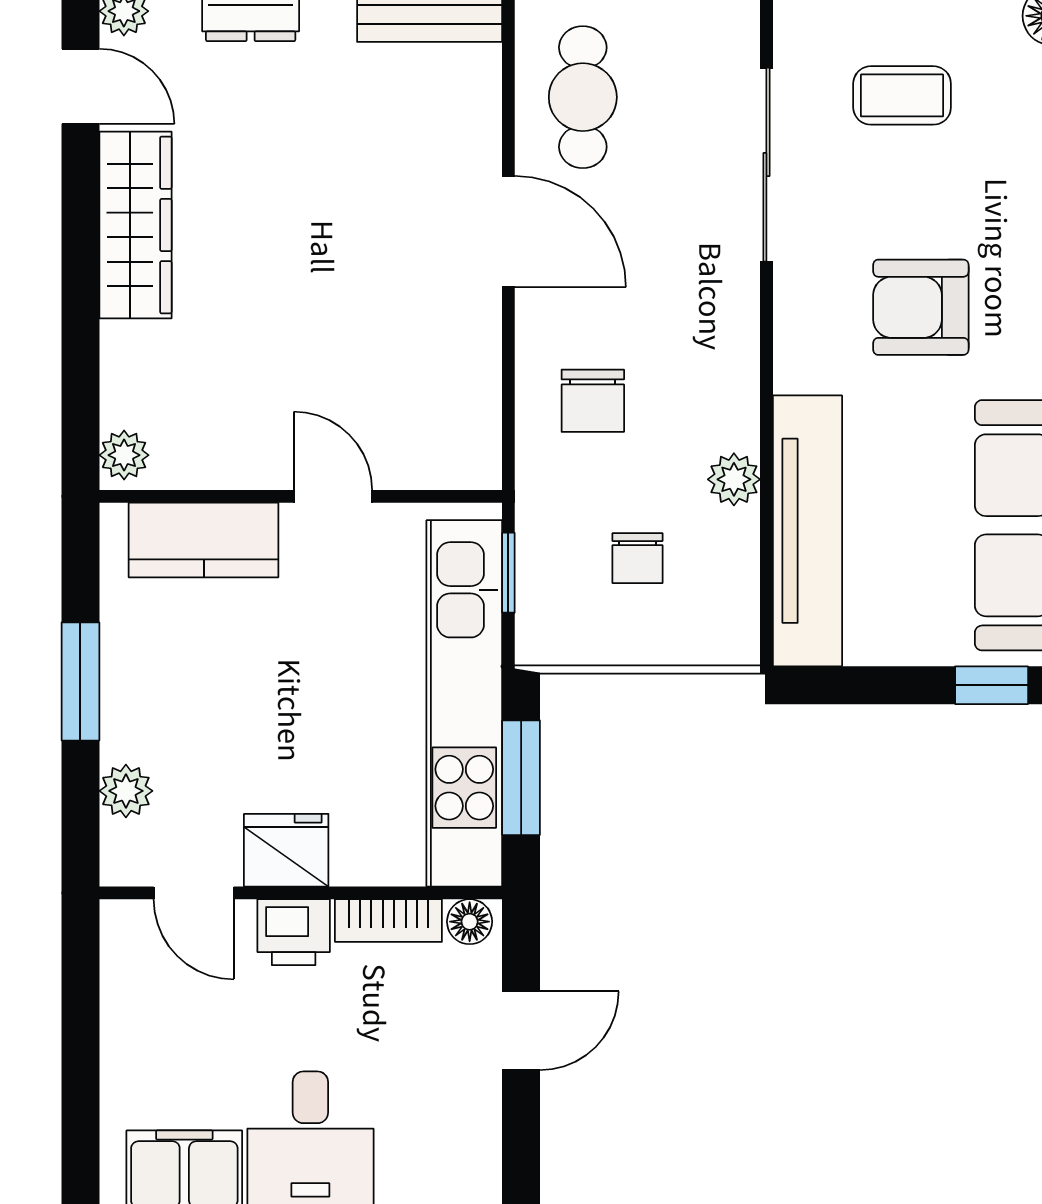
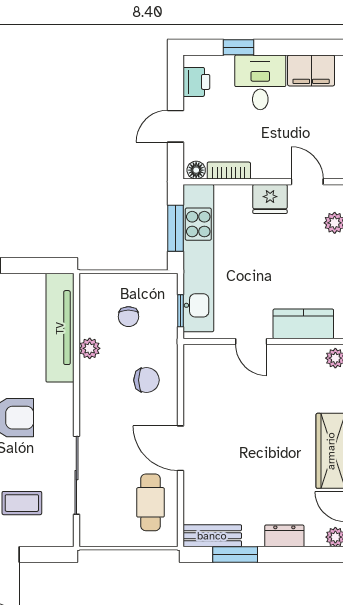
chair: (593, 401) -> (146, 380), turned 90
chair: (637, 558) -> (128, 317), turned 180
printer: (294, 932) -> (196, 82), moved, turned 90

